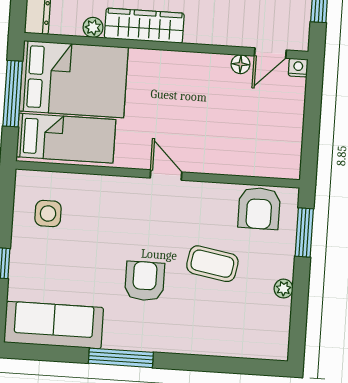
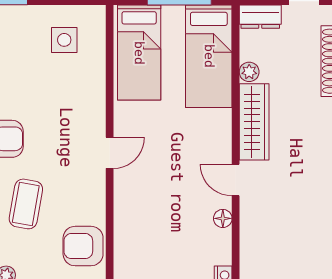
door: (270, 53) -> (236, 180), moved
bed: (74, 79) -> (209, 56), width x0.67

